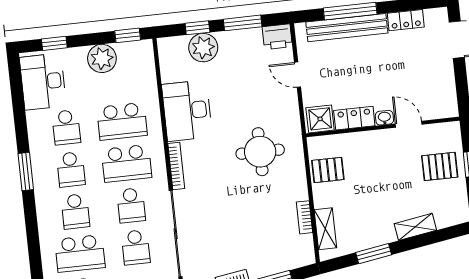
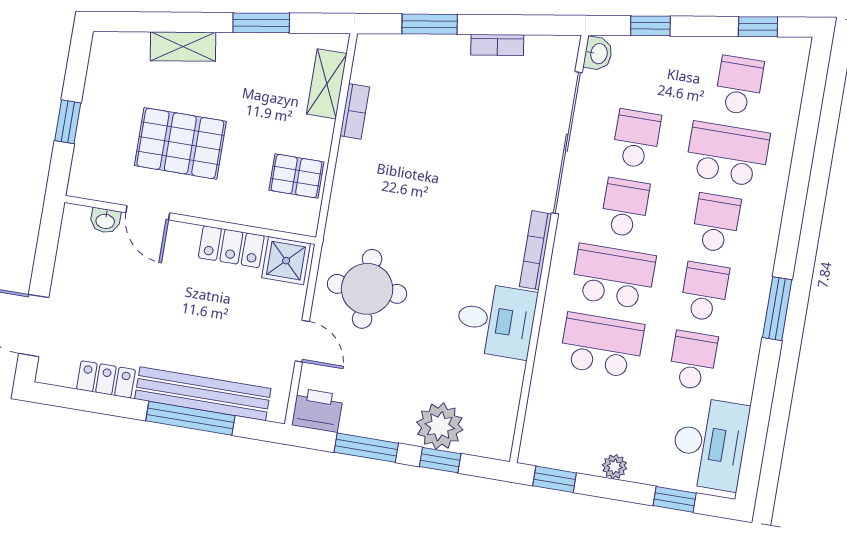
plant: (102, 58) -> (615, 467), width x0.53, depth x0.53
desk: (187, 111) -> (496, 320), width x0.73
washbasin: (384, 118) -> (105, 221), moved
round table: (260, 152) -> (367, 289), moved
pallet: (440, 166) -> (180, 143), moved, width x1.50, depth x1.42

